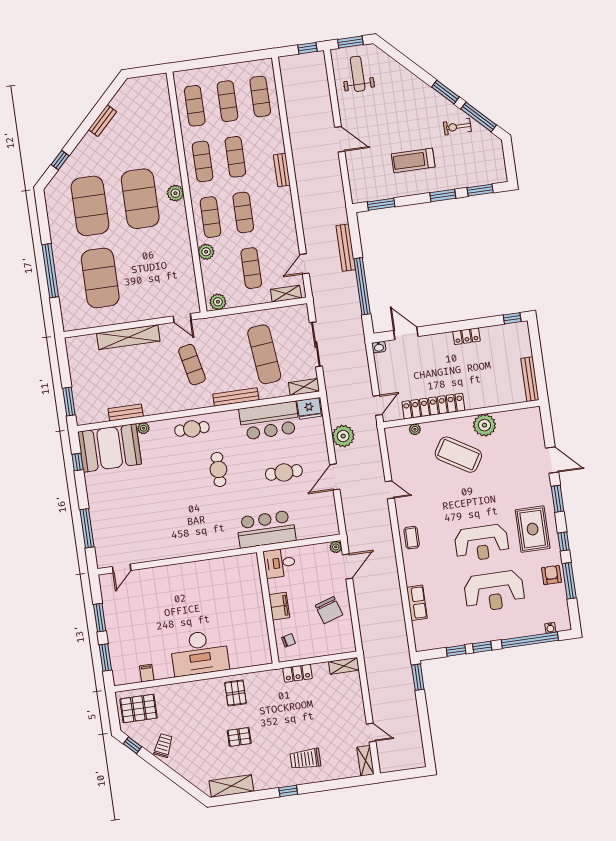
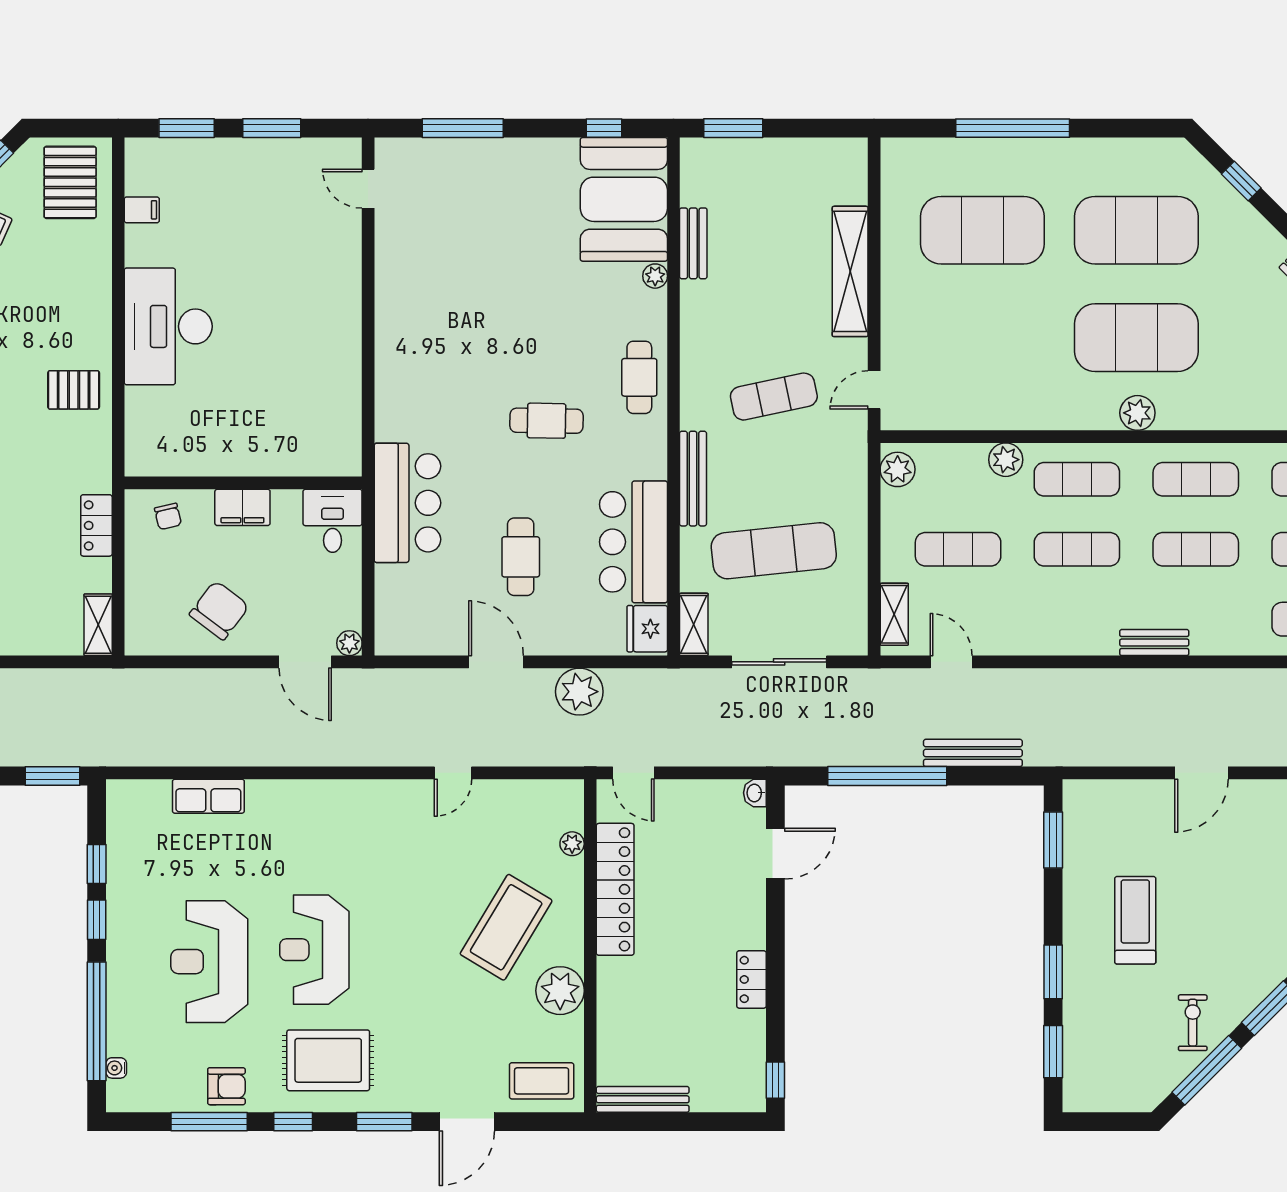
coffee table: (412, 538) -> (542, 1081), moved, width x1.36, depth x1.30
chair: (329, 610) -> (219, 610), turned 145

